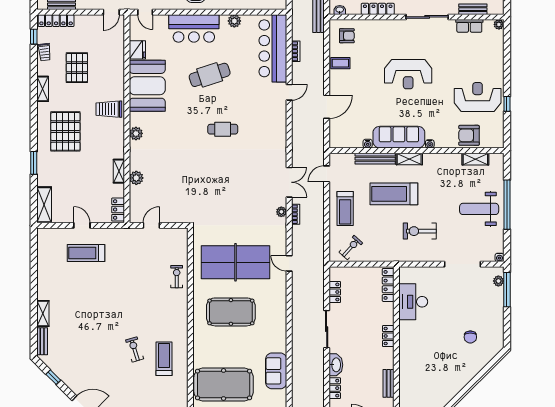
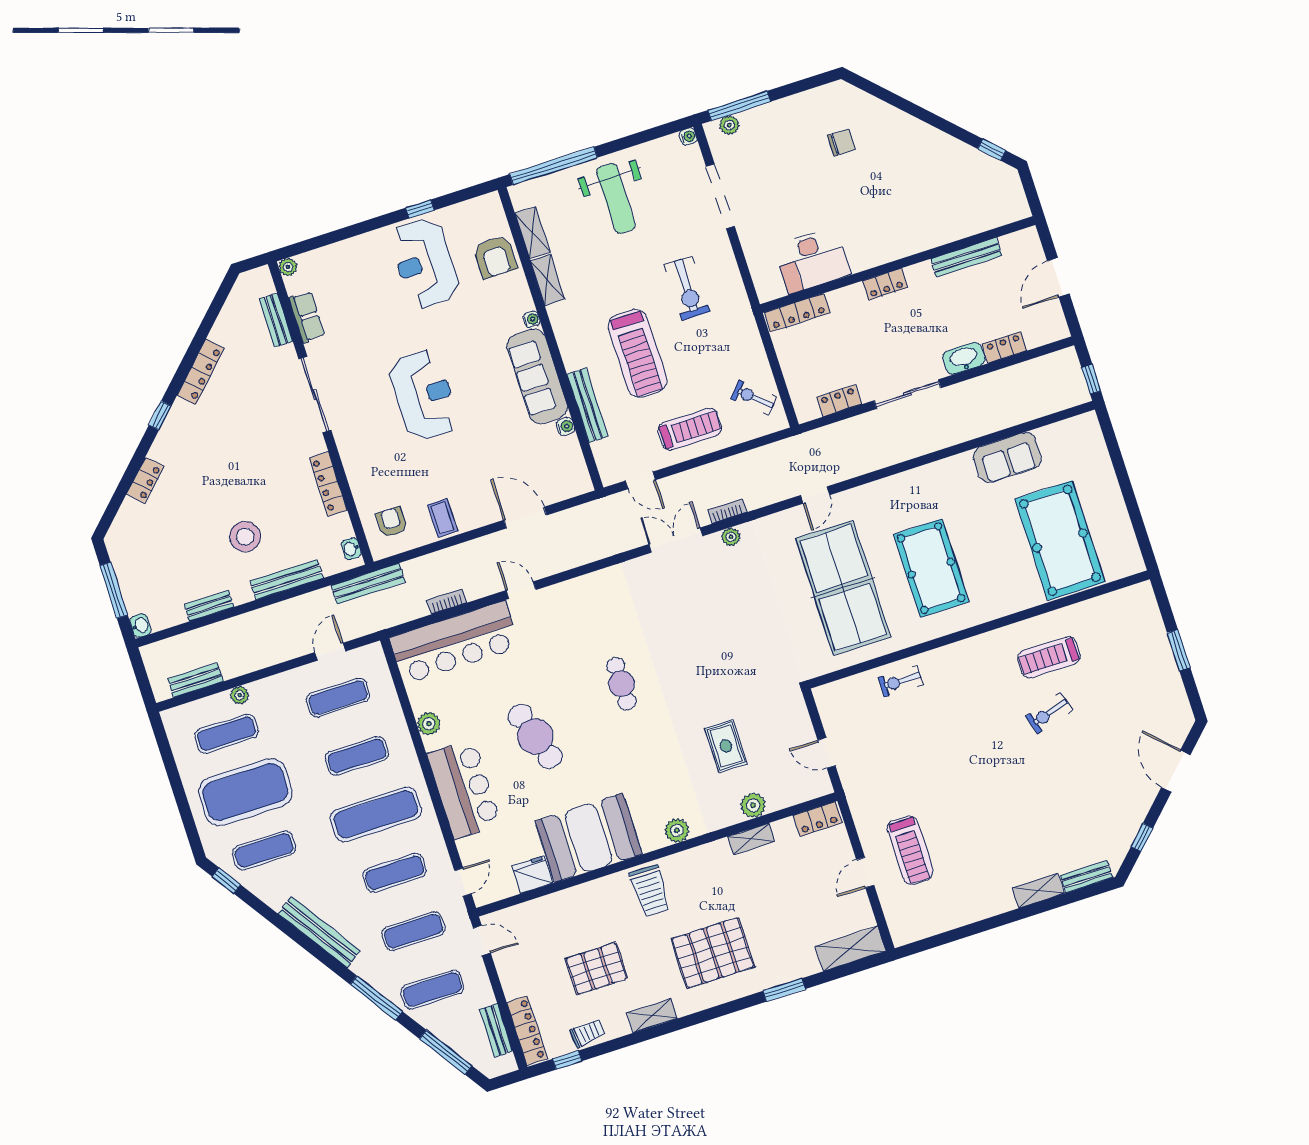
shelving: (409, 159) -> (547, 280), moved
rug: (172, 174) -> (726, 746), added
window: (507, 205) -> (553, 166), moved
bench: (389, 383) -> (966, 257), width x1.36

